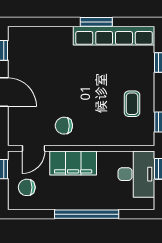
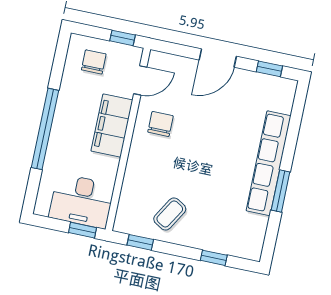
row of seats: (114, 36) -> (269, 163), moved
coffee table: (132, 104) -> (170, 214), turned -59
door: (33, 148) -> (140, 80), swing flipped

